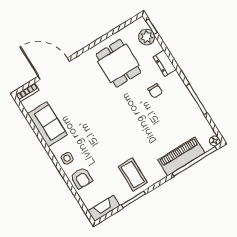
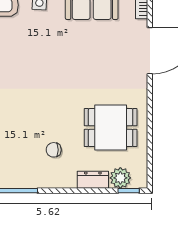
dresser: (165, 63) -> (93, 180), moved

